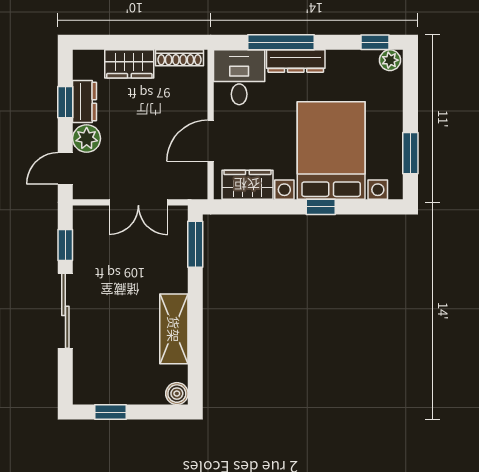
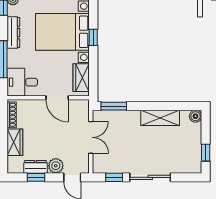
dresser: (296, 61) -> (13, 32), moved

